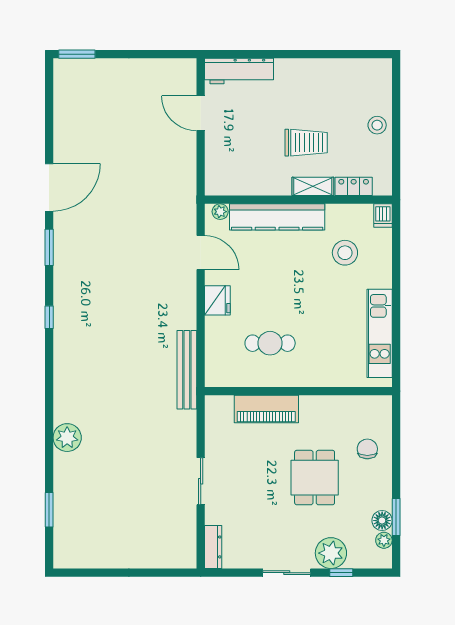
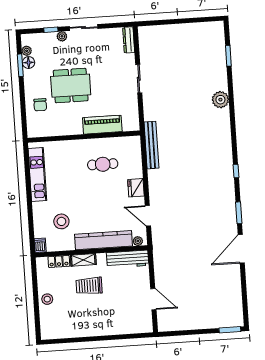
workbench: (239, 71) -> (128, 259), moved, turned 180
dining table: (315, 478) -> (71, 86), width x1.38
plant: (331, 553) -> (62, 36), width x0.53, depth x0.53

